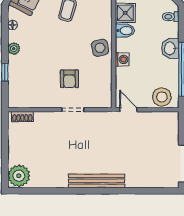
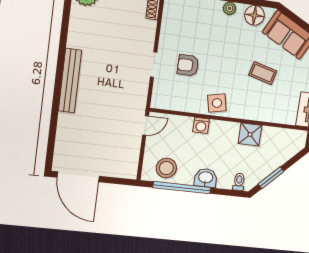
floor lamp: (13, 25) -> (254, 15), width x1.89, depth x1.89
bidet: (125, 31) -> (231, 132), removed
stool: (162, 97) -> (166, 168), moved

